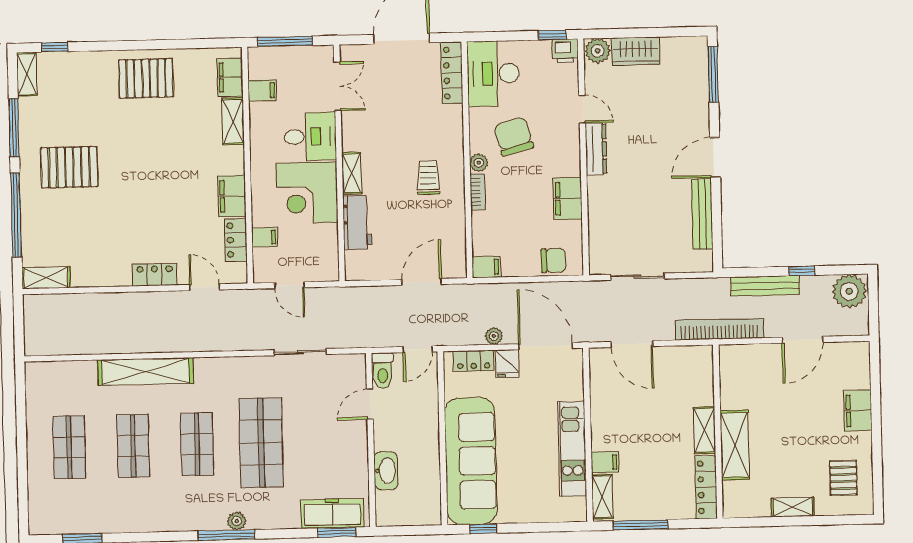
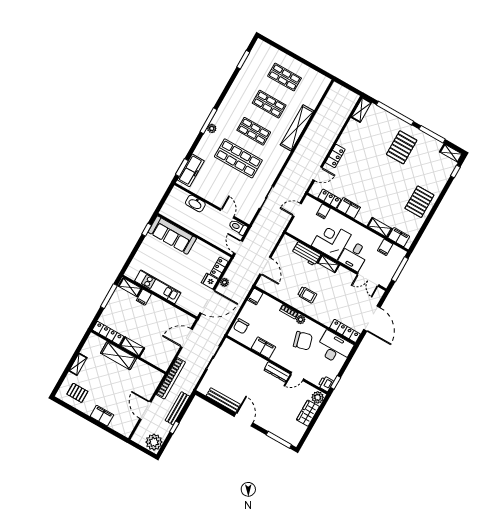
sofa: (471, 461) -> (172, 235), width x0.74, depth x0.79

